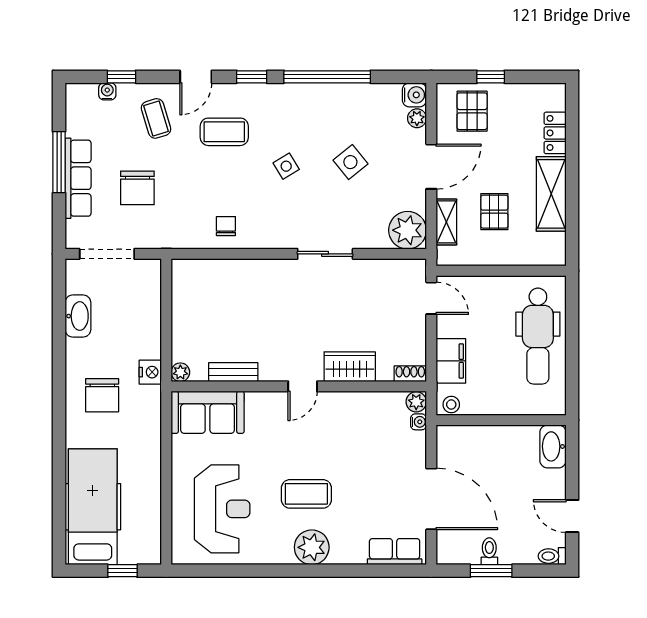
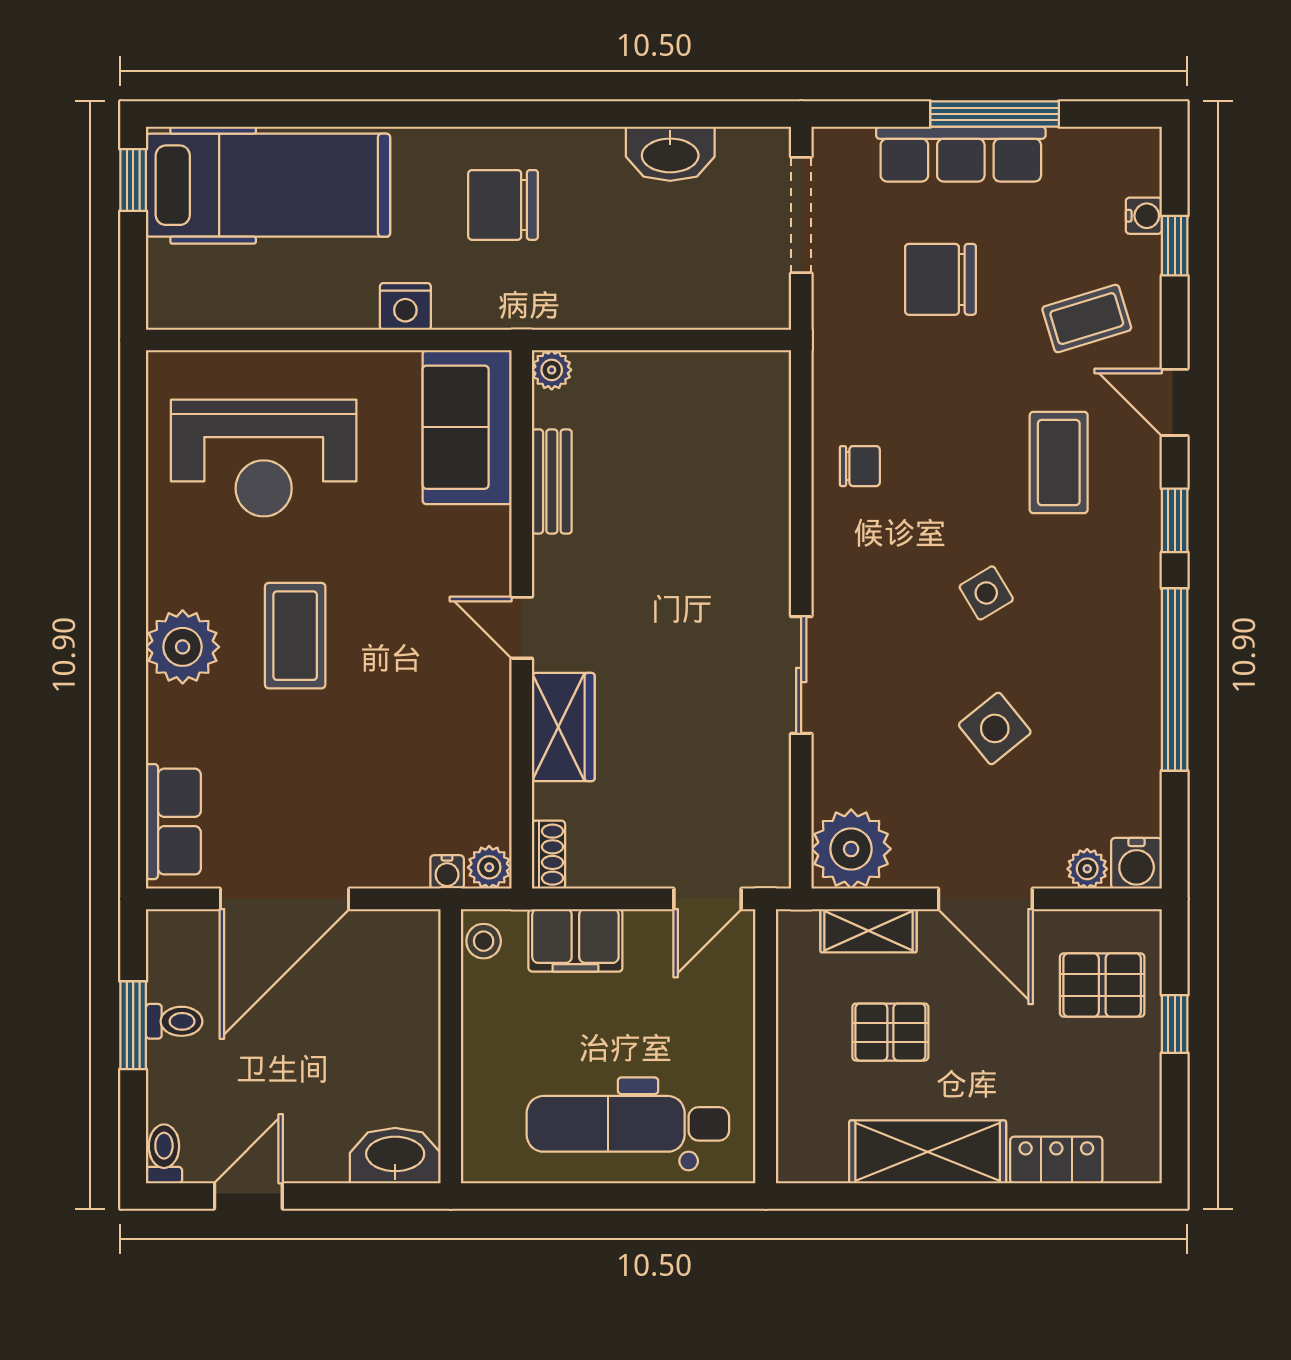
nightstand: (150, 372) -> (405, 306), moved
window: (123, 571) -> (133, 180), moved

